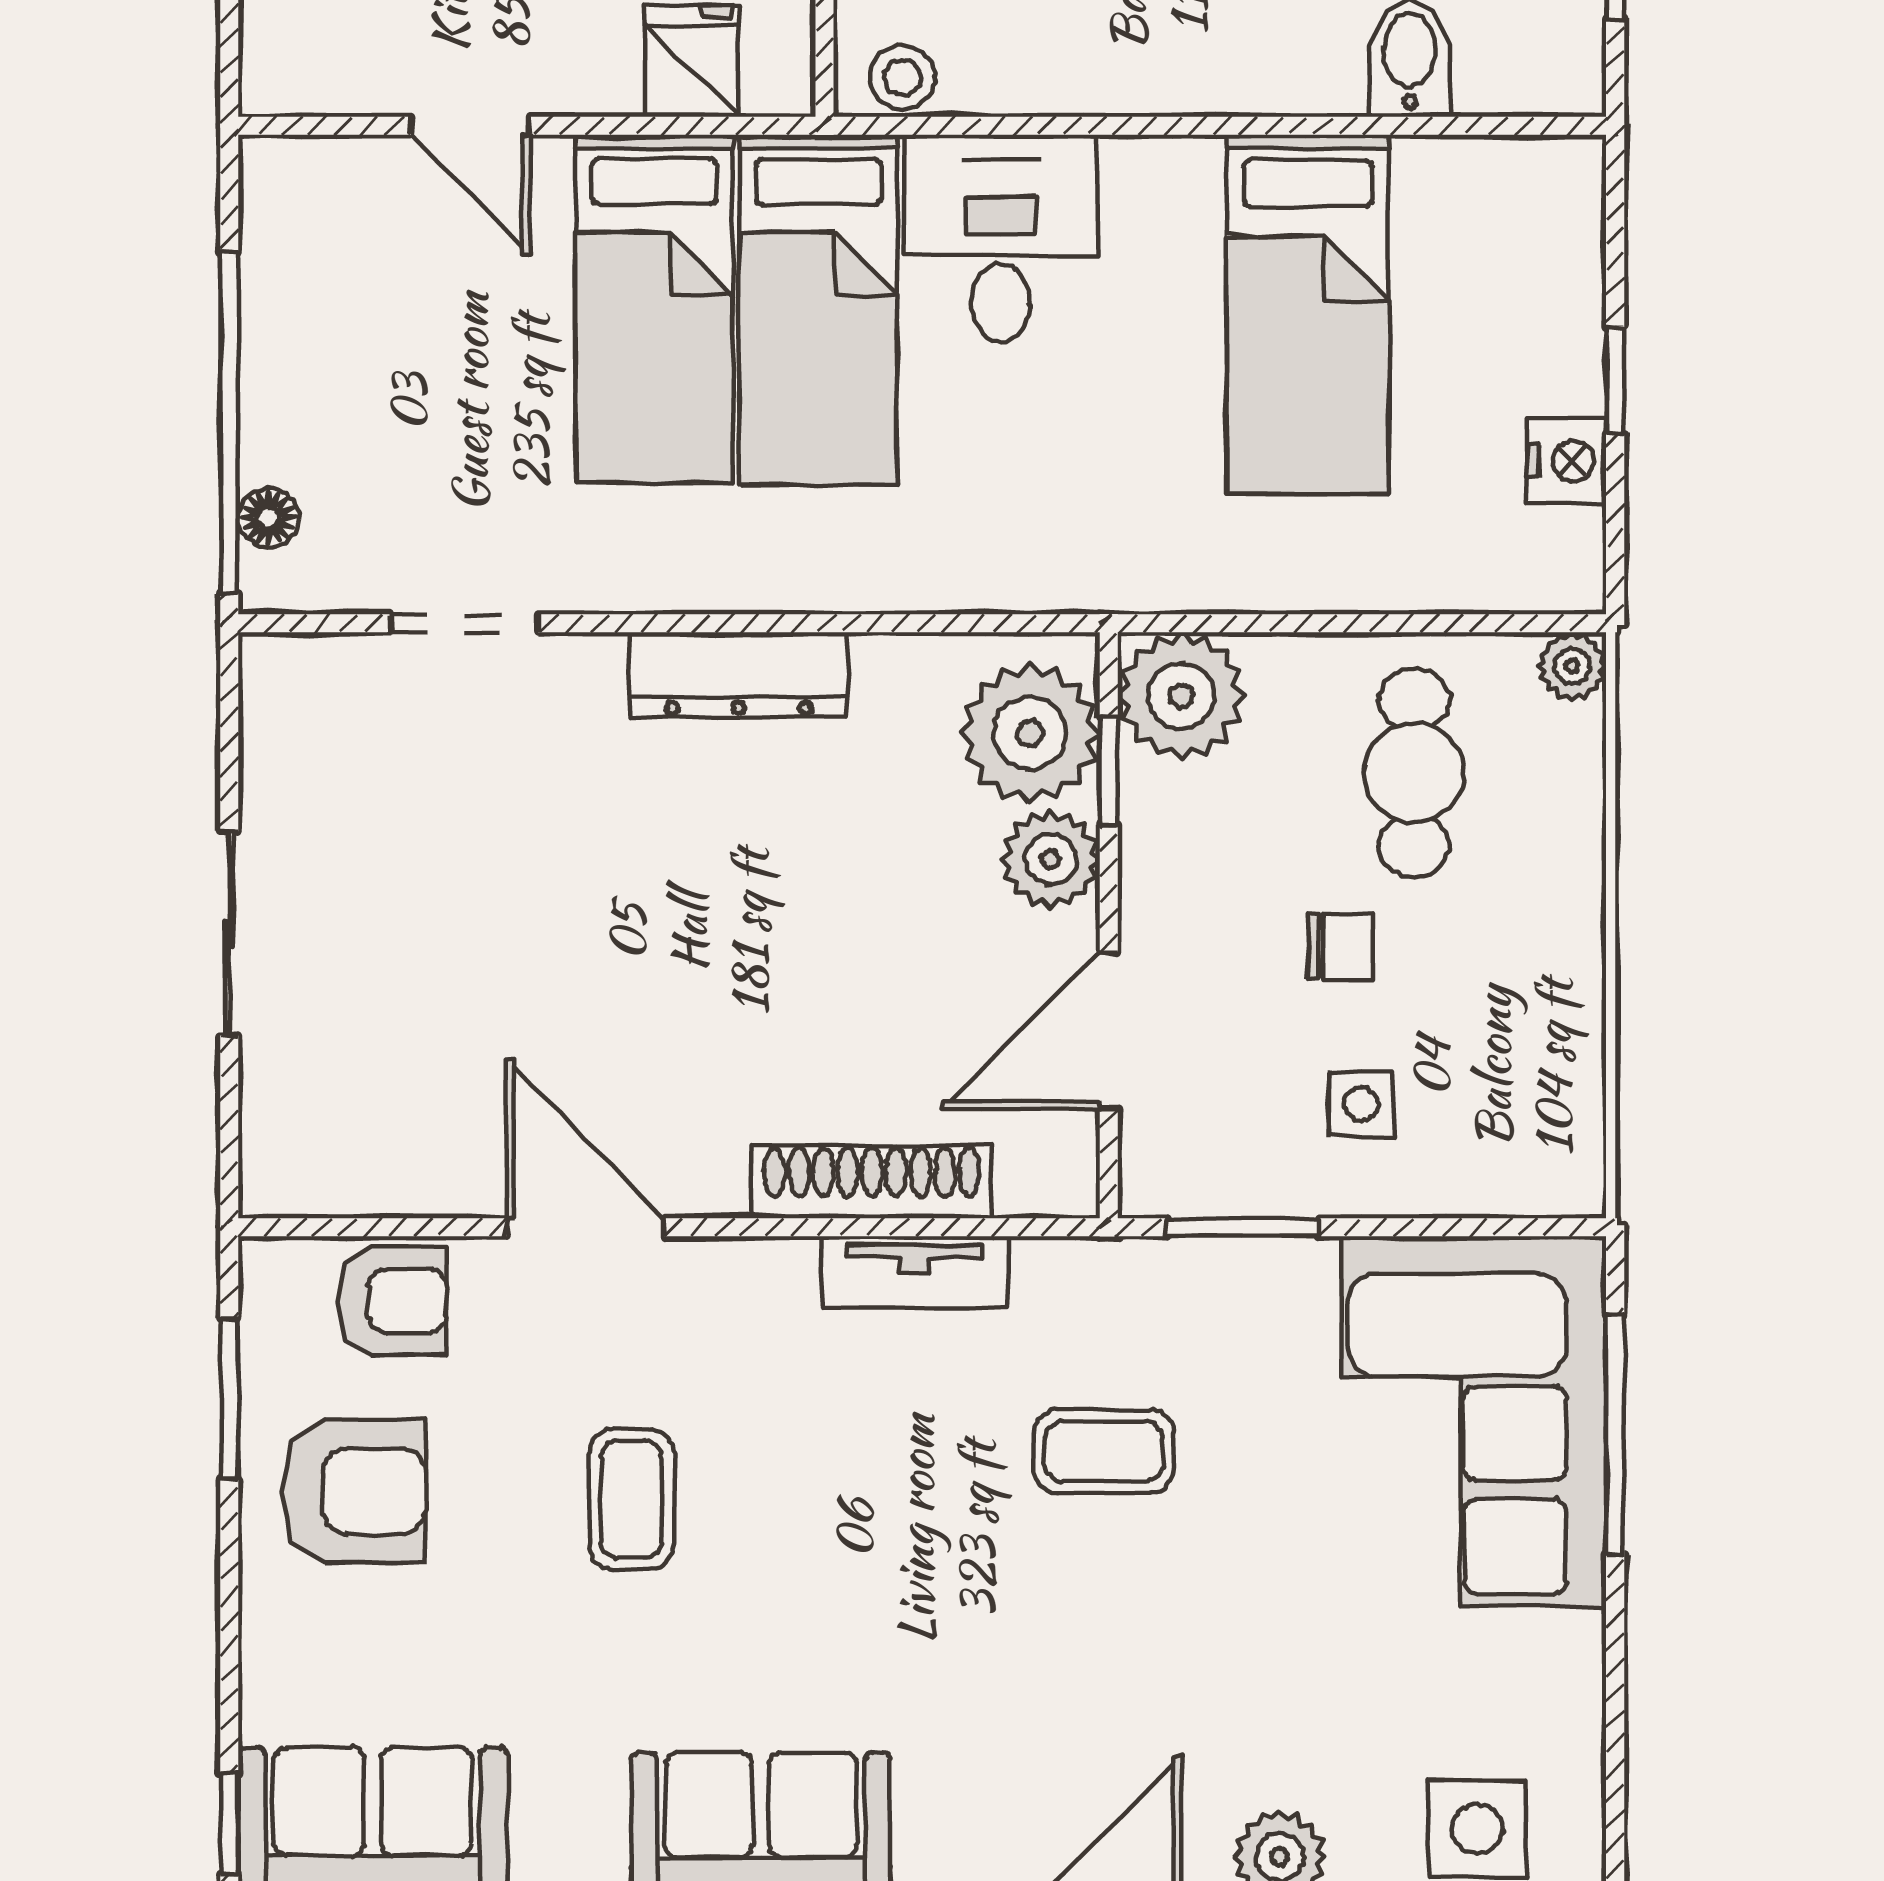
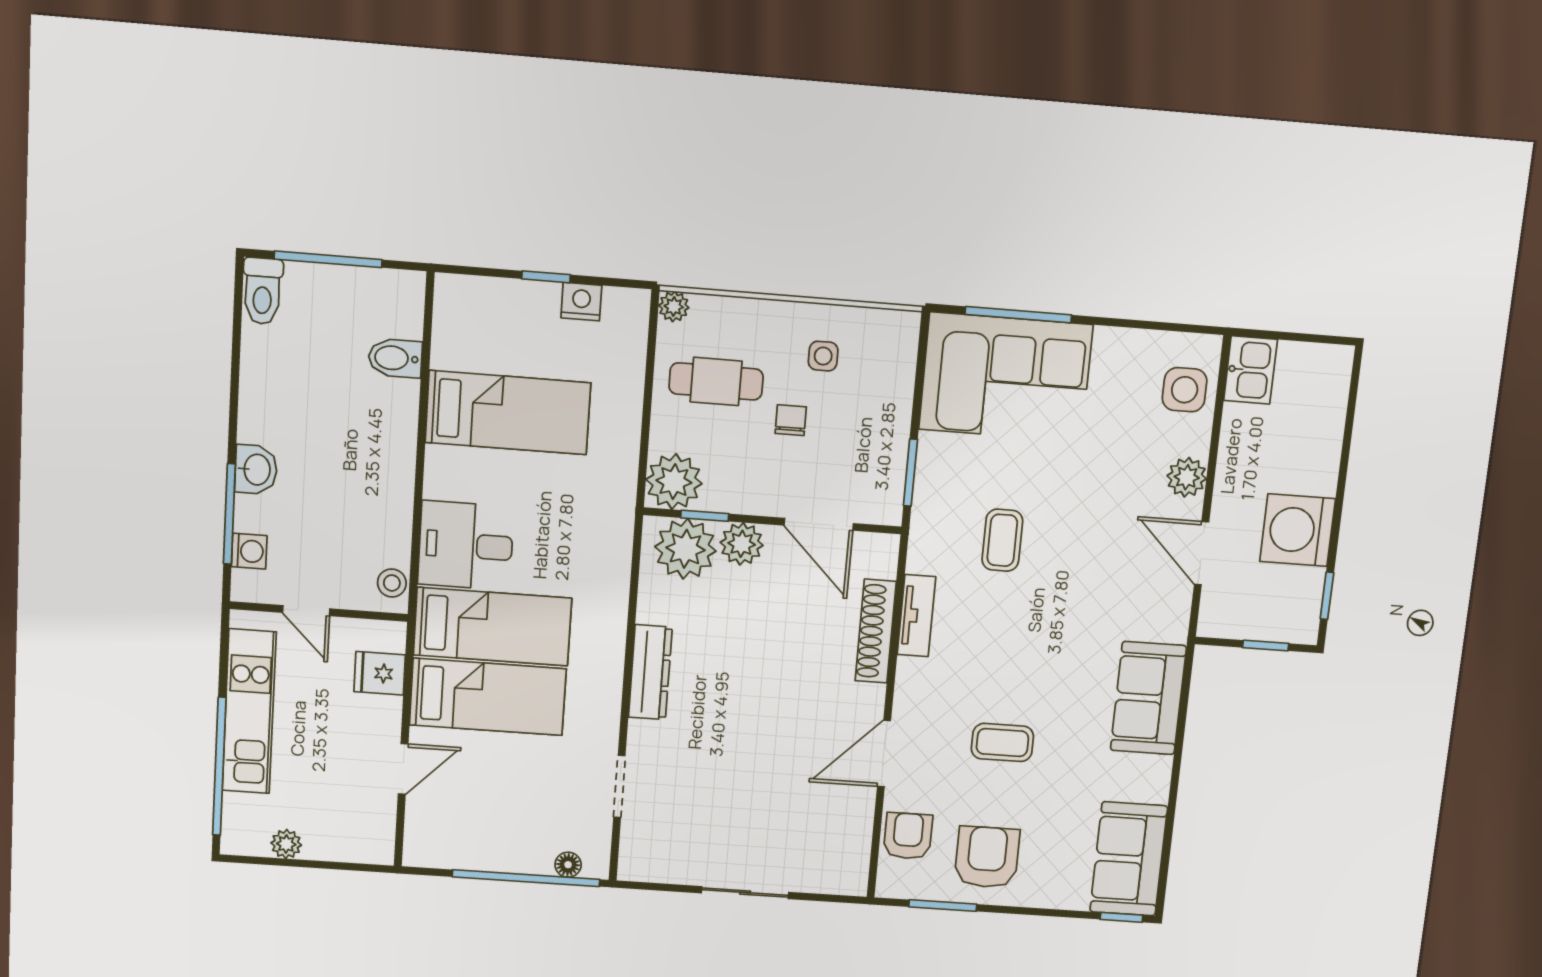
side table: (1361, 1104) -> (823, 356), moved

